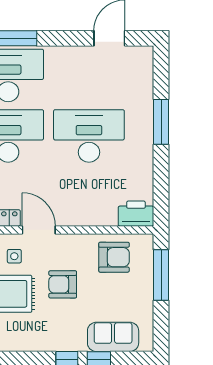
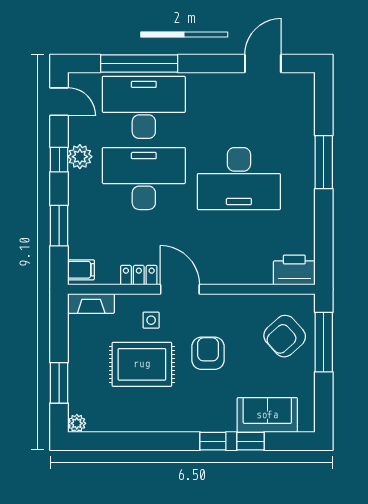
desk: (89, 136) -> (239, 179), turned 180
armchair: (114, 257) -> (285, 336), moved, turned 138
armchair: (63, 284) -> (208, 353), turned 90

